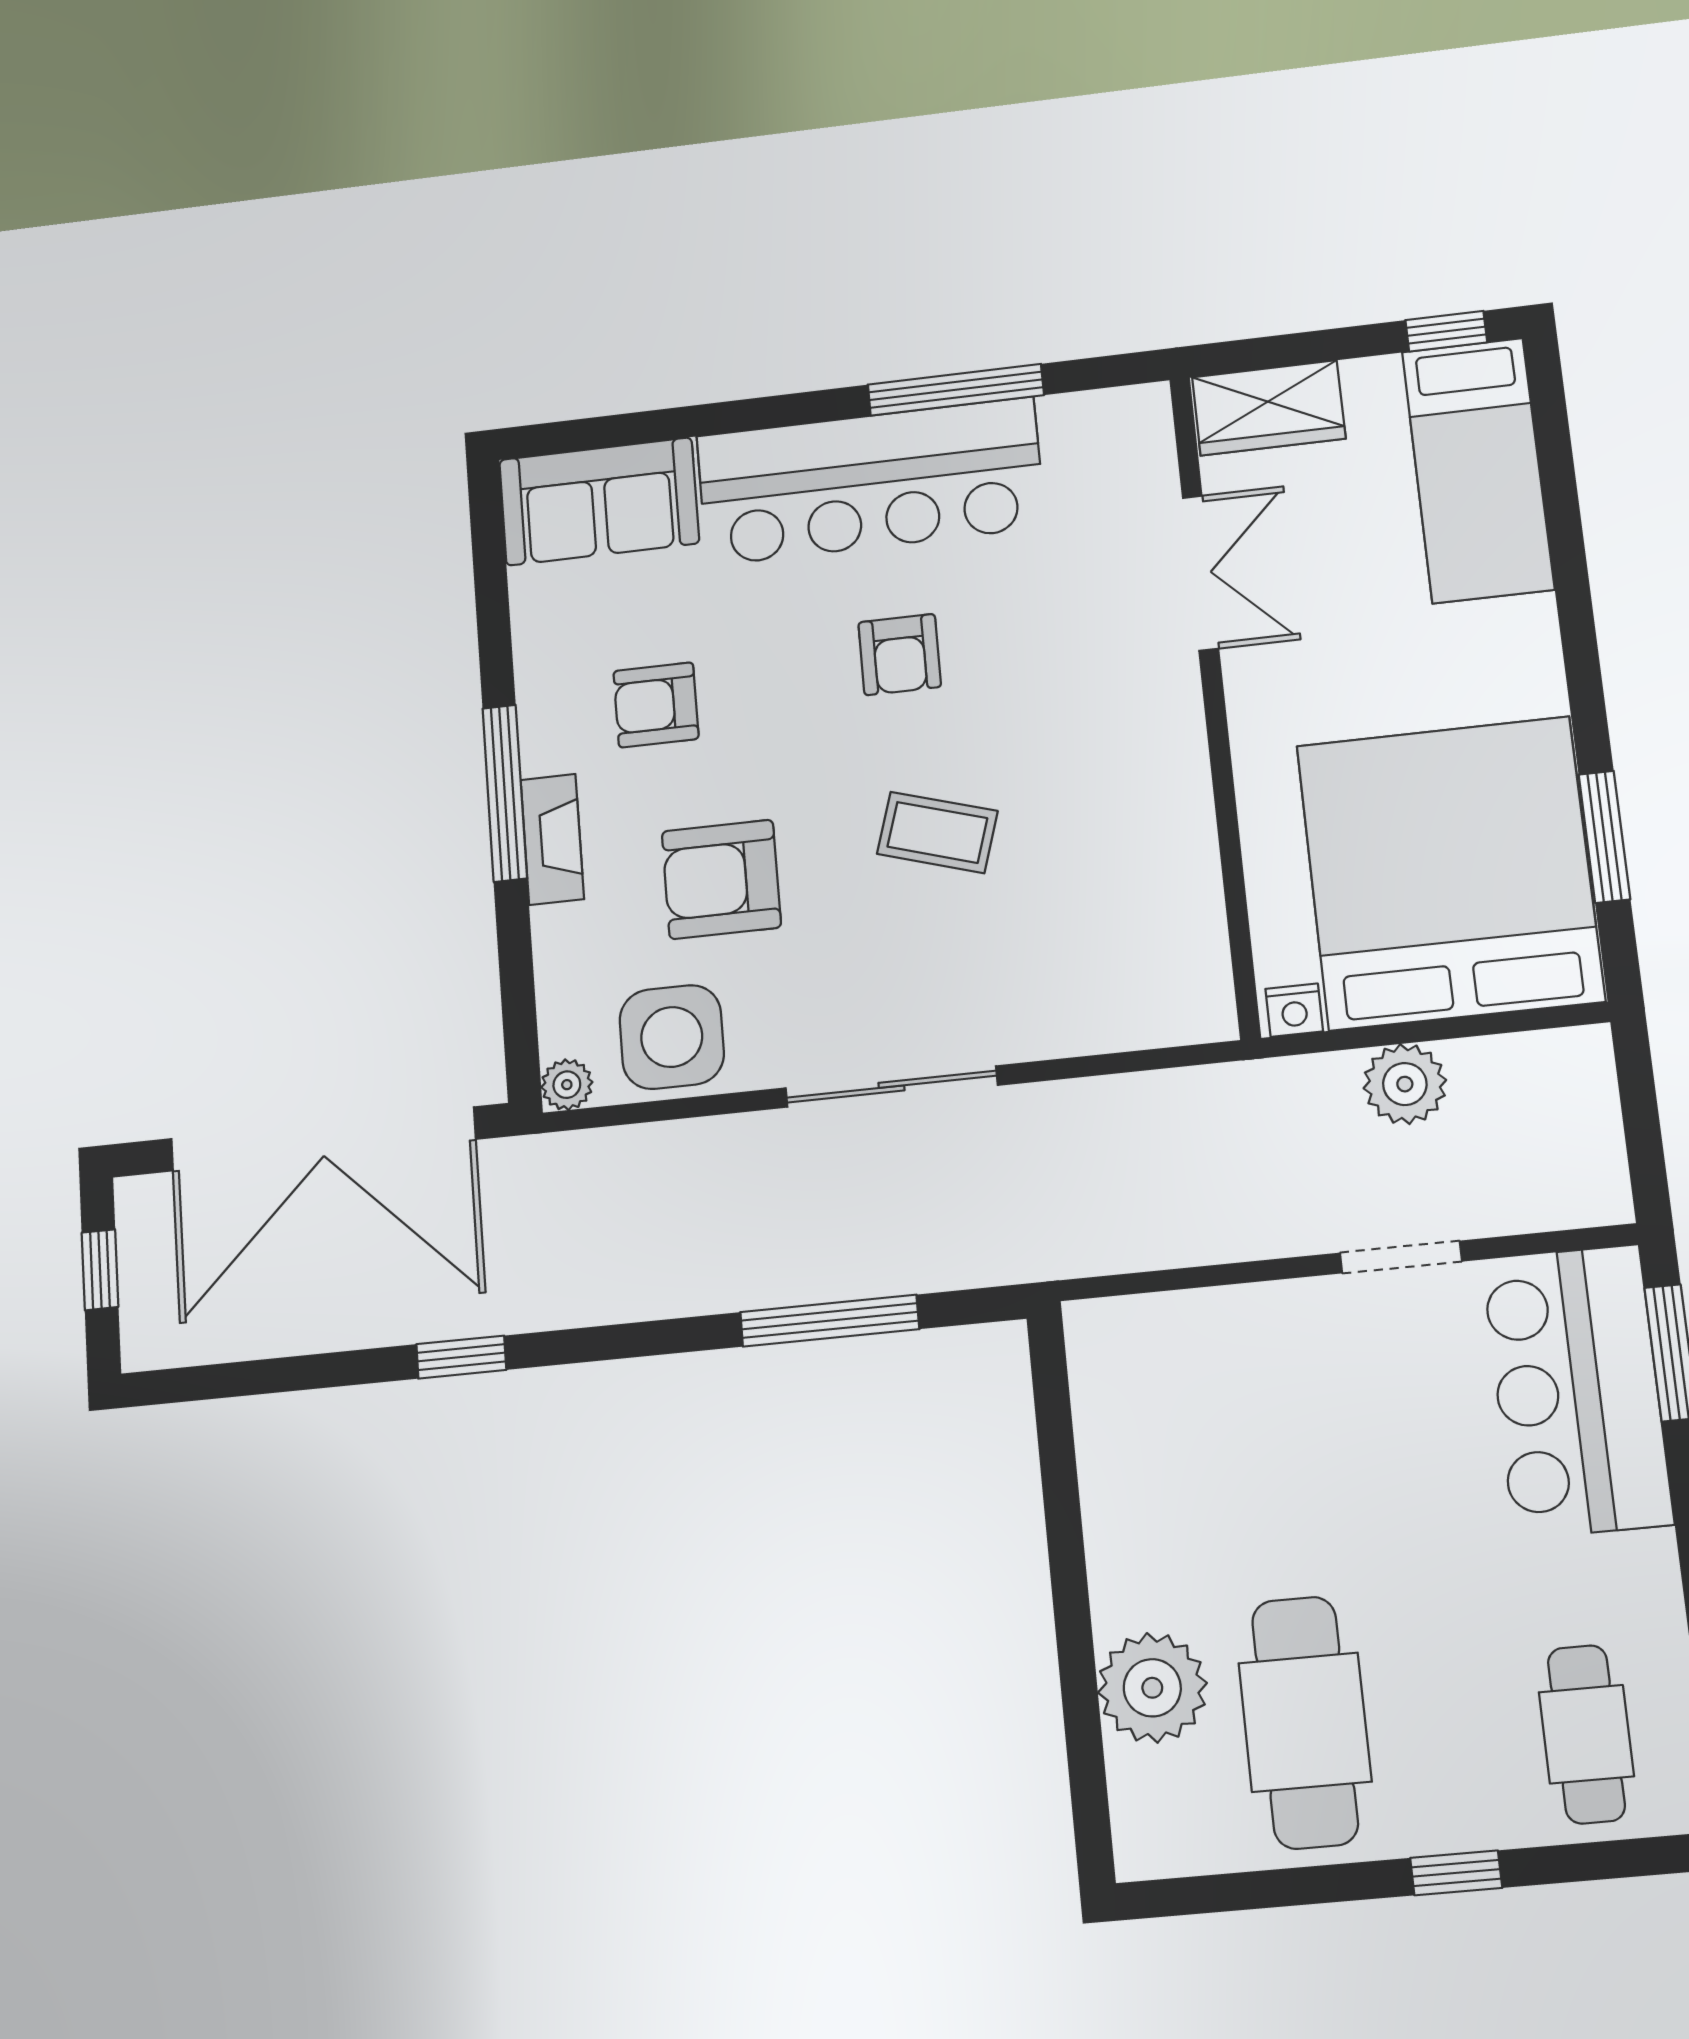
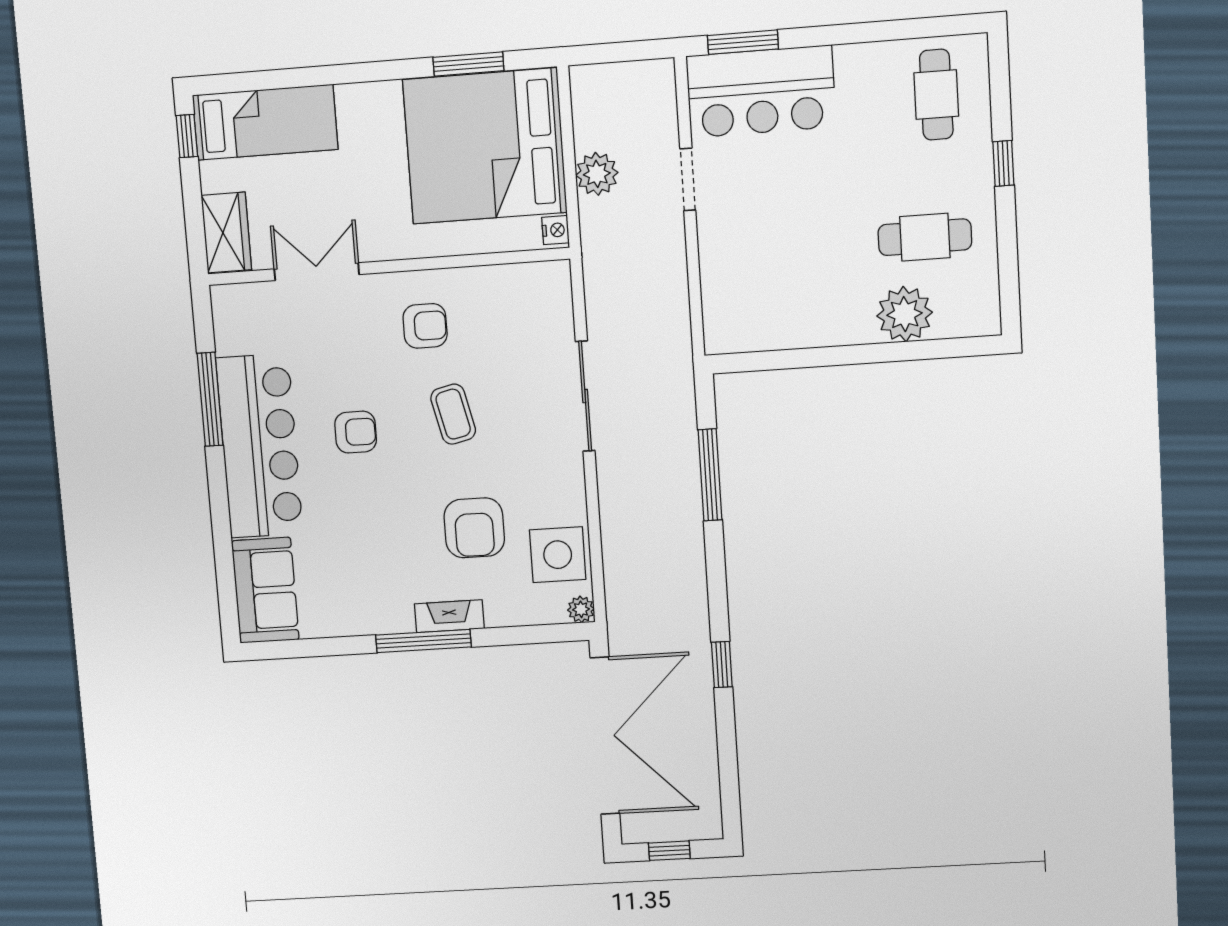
armchair: (656, 705) -> (425, 326), moved, turned -90
coffee table: (937, 832) -> (453, 414), turned -30
sliding door: (891, 1087) -> (585, 396), moved
cafe table: (1305, 1722) -> (925, 237), width x0.73, depth x0.74
cafe table: (1586, 1734) -> (936, 95), turned 90

